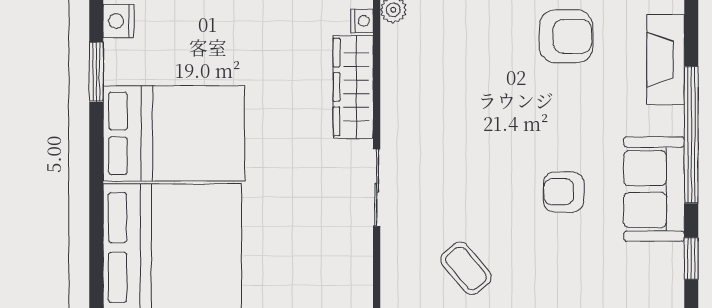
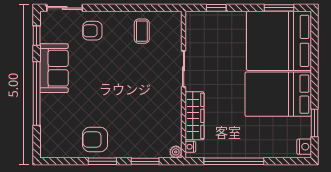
fireplace: (666, 60) -> (48, 129), removed
armchair: (564, 192) -> (92, 31), moved, turned 180
coffee table: (466, 268) -> (142, 31), turned 40

